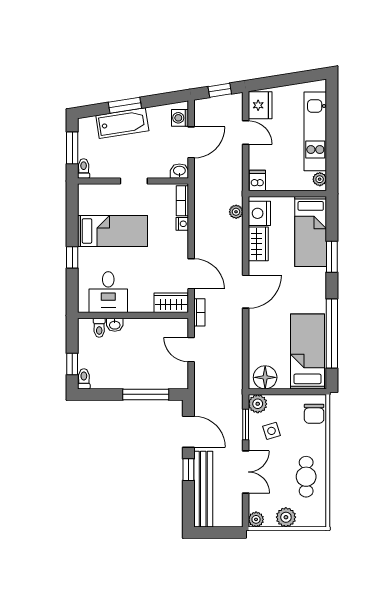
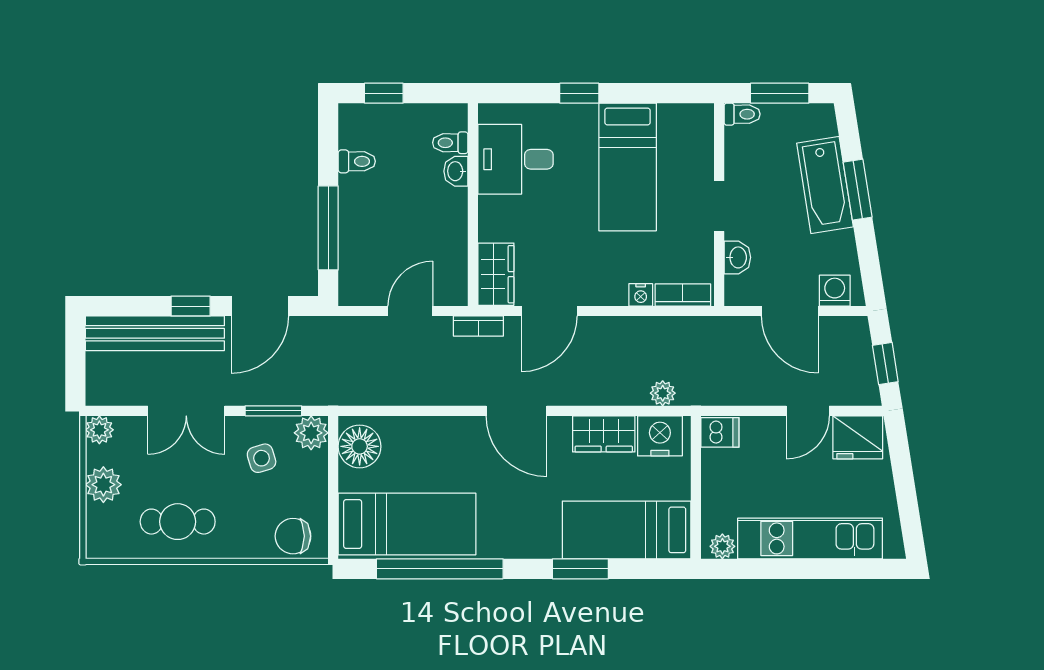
washbasin: (179, 171) -> (737, 257), moved
toilet: (84, 379) -> (357, 161), moved

